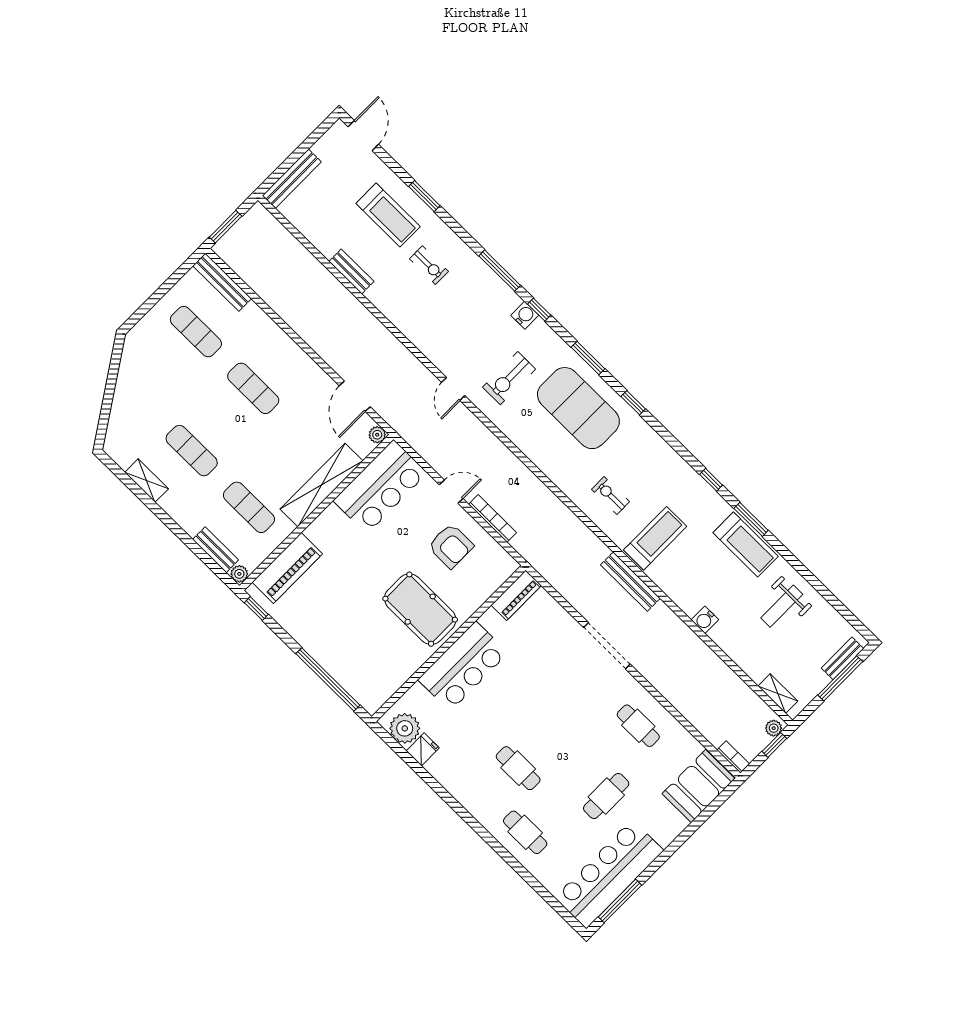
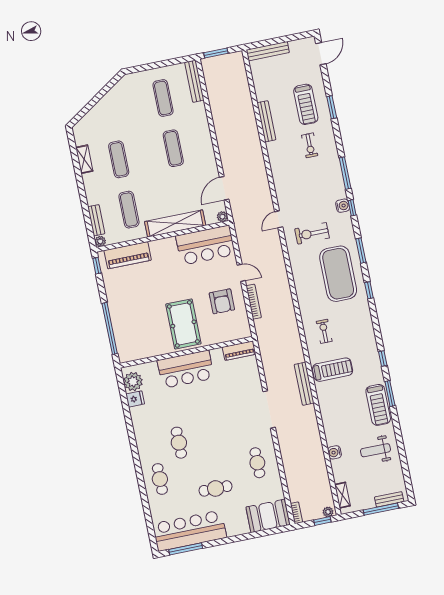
bench: (351, 271) -> (266, 121), width x1.36
water cooler: (705, 620) -> (335, 452), moved

